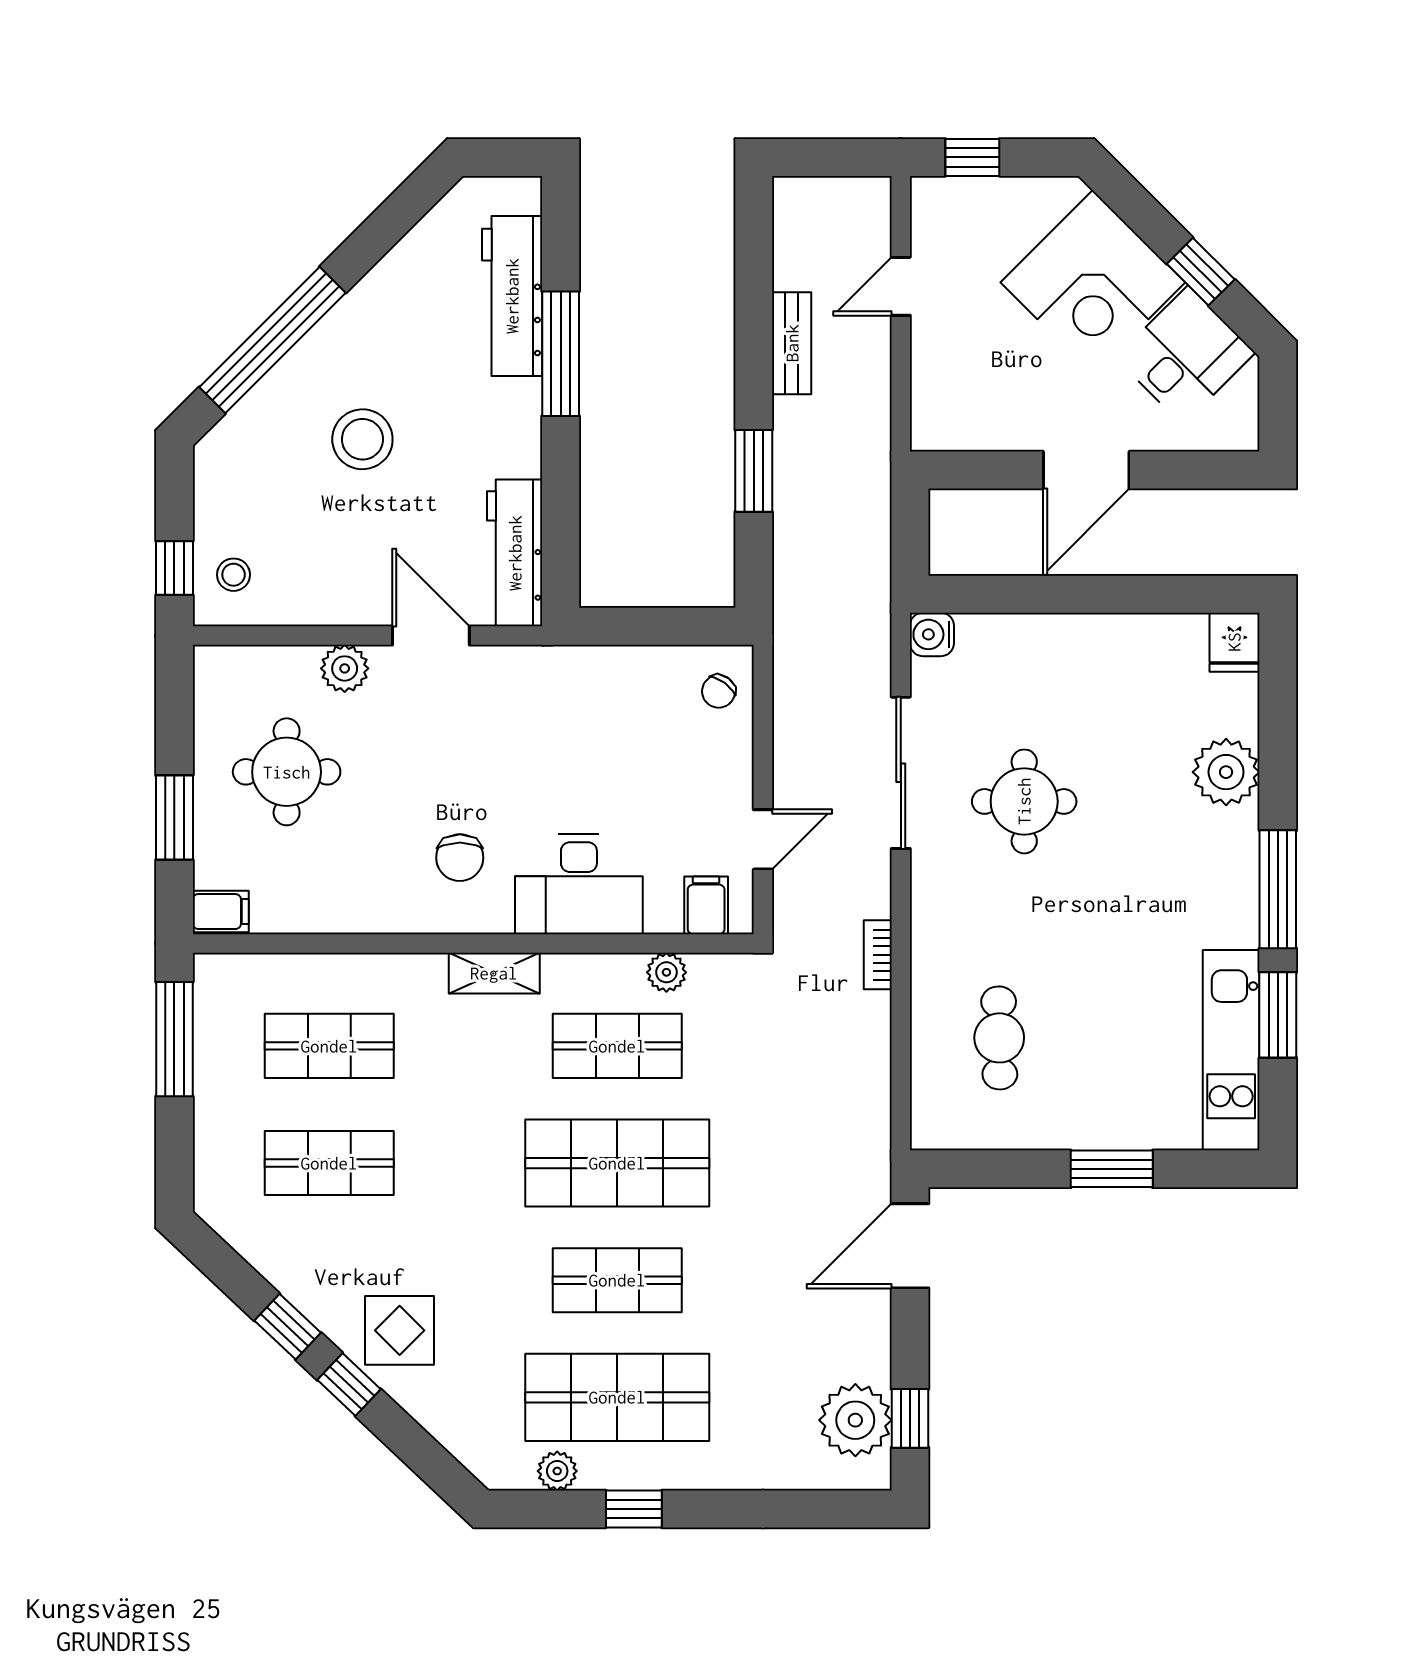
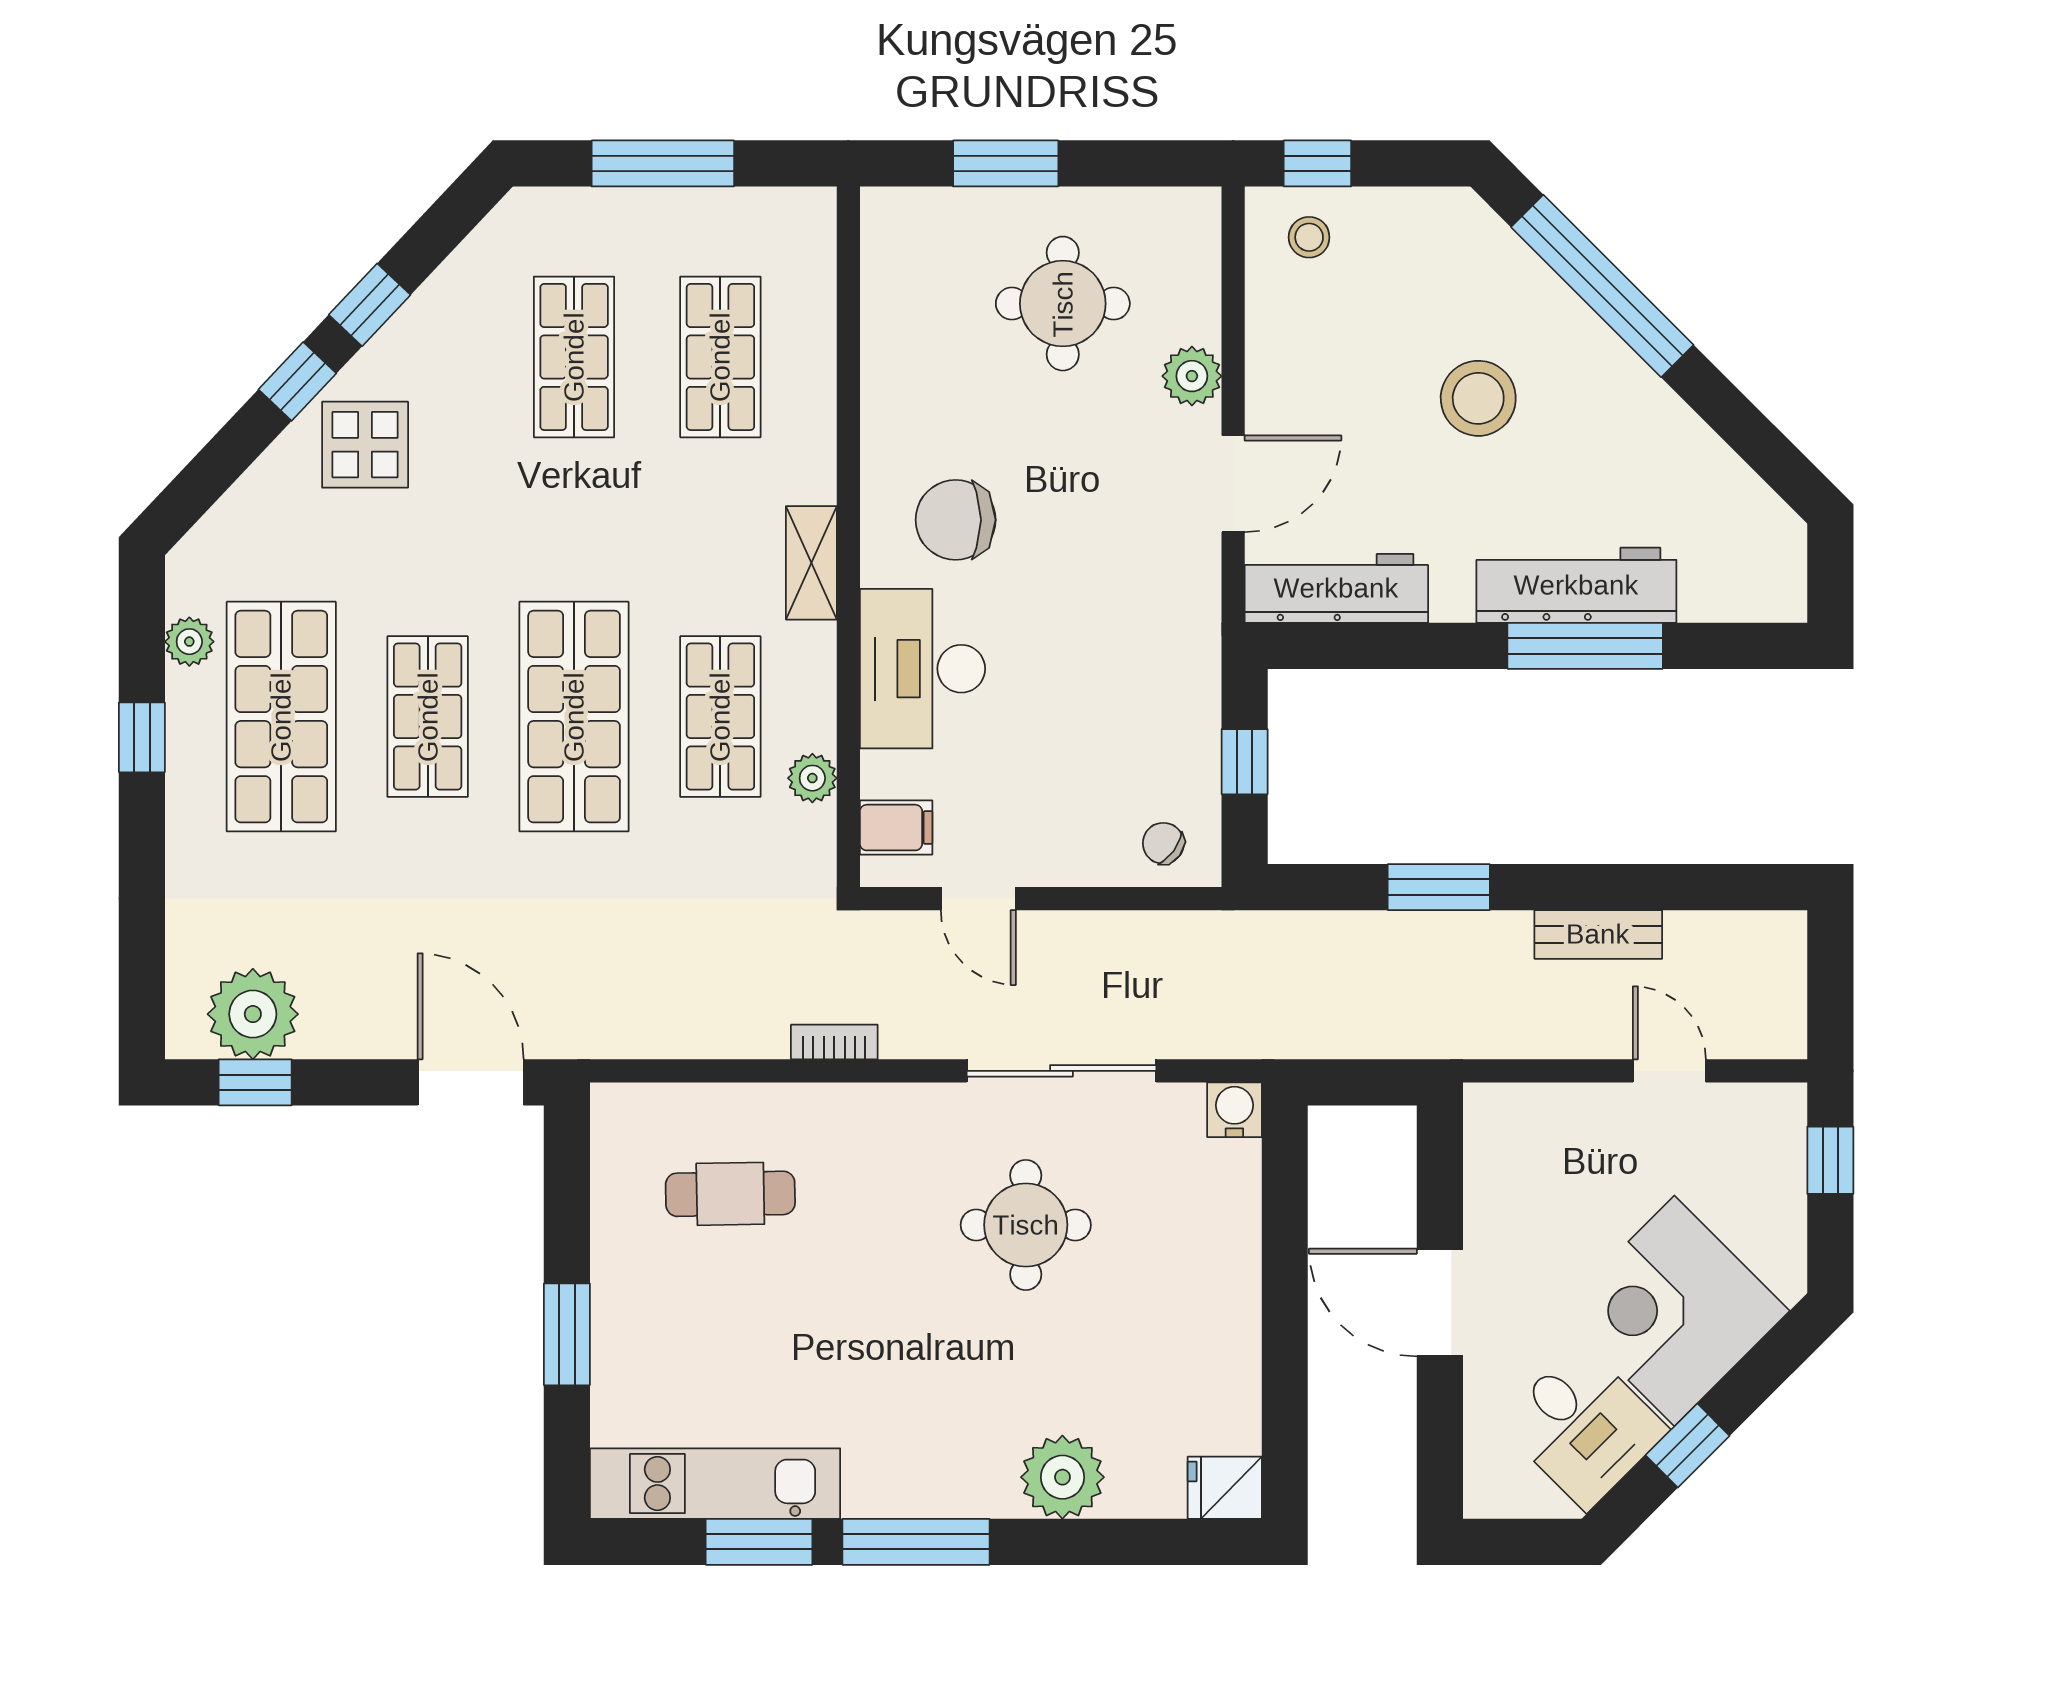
workbench: (512, 296) -> (1576, 585), moved
window: (653, 626) -> (1245, 762), added
chair: (460, 858) -> (956, 520), width x1.37, depth x1.37
filing cabinet: (221, 912) -> (888, 221), removed
window: (174, 1039) -> (663, 163), moved

